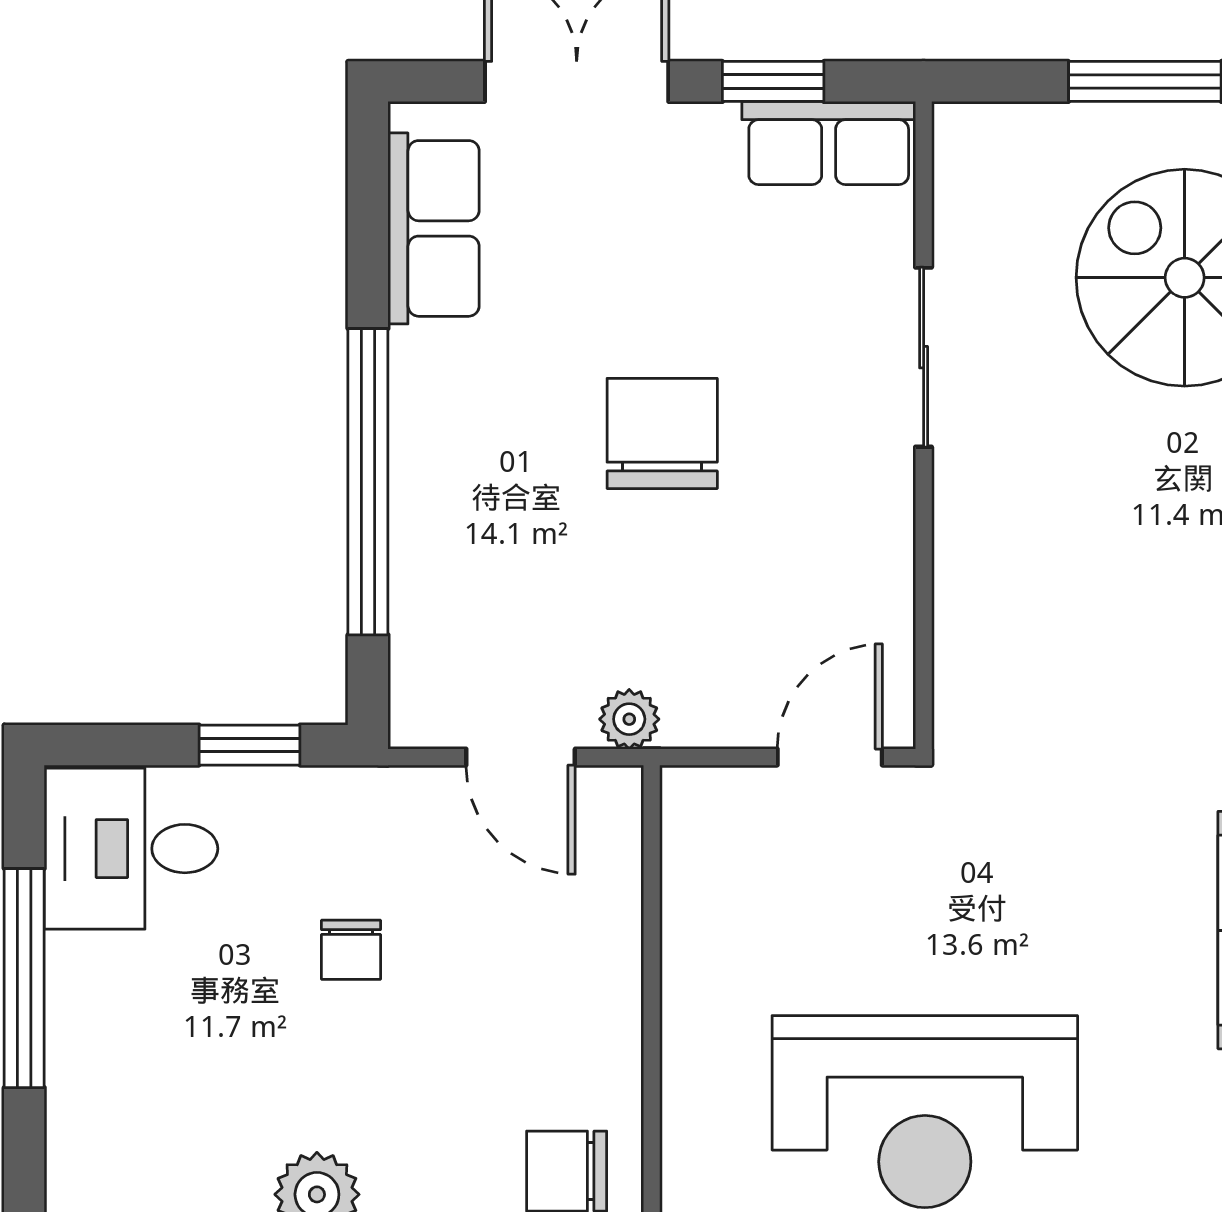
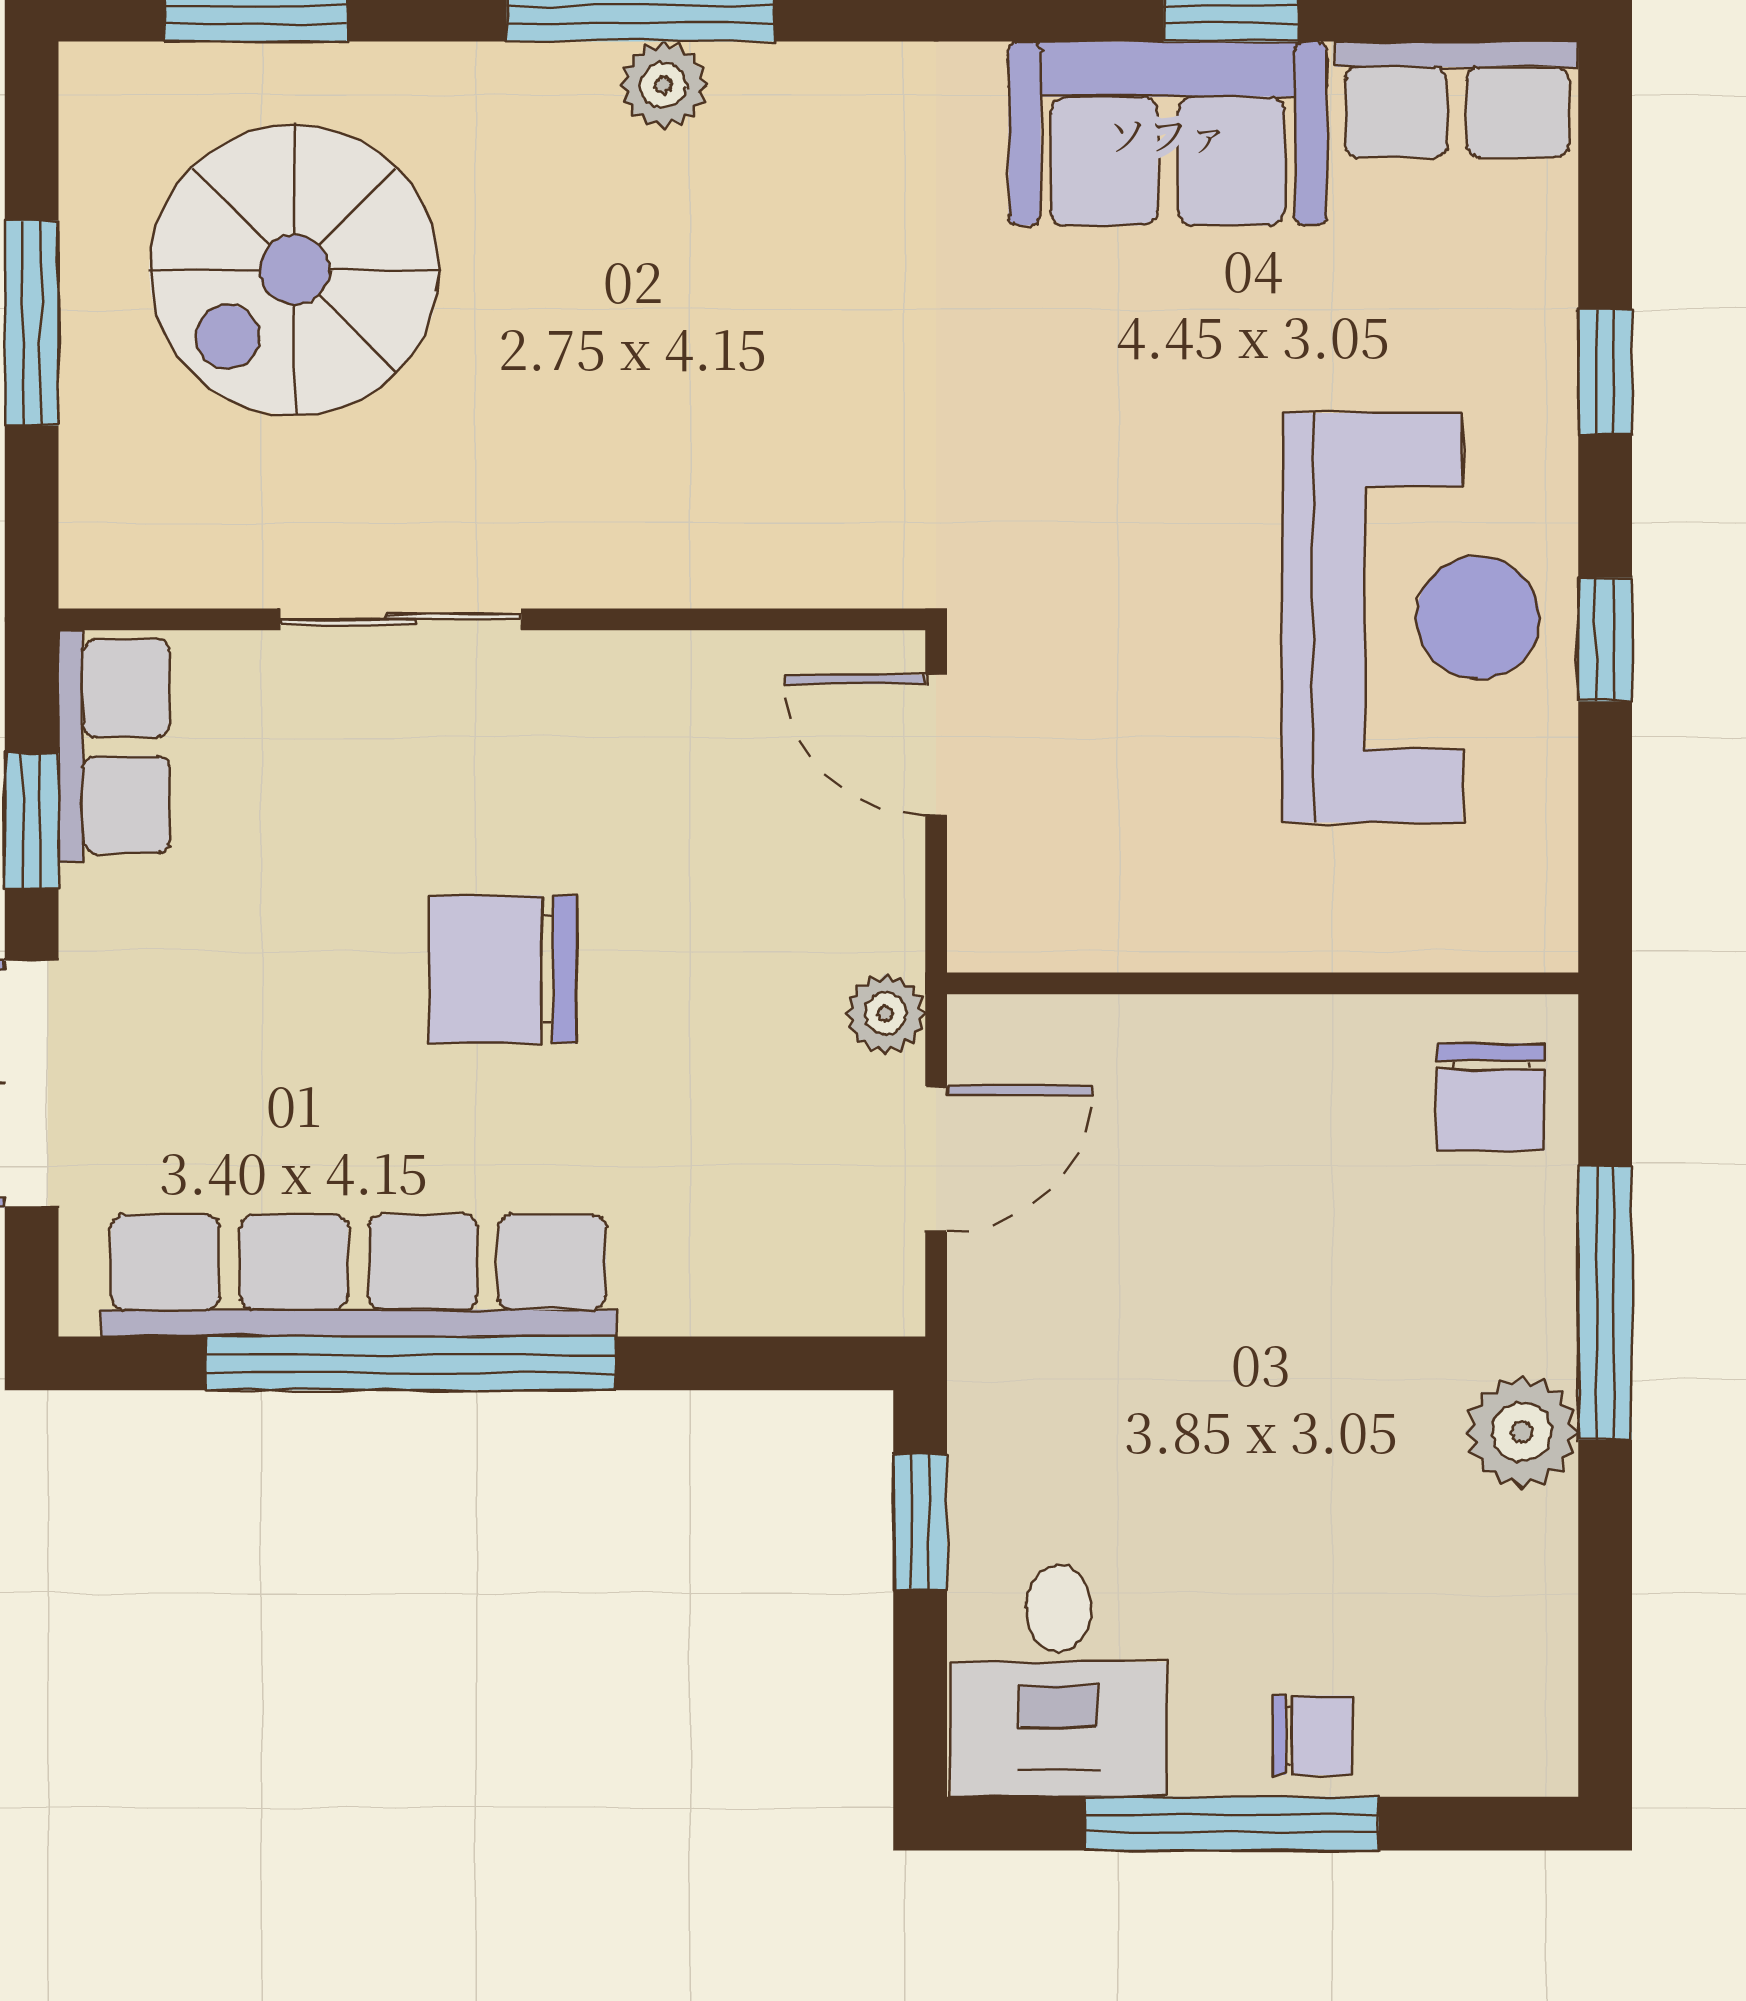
row of seats: (434, 228) -> (358, 1275), width x2.02
window: (368, 482) -> (410, 1363), moved
chair: (351, 950) -> (1313, 1735), moved

